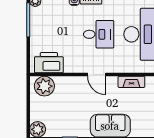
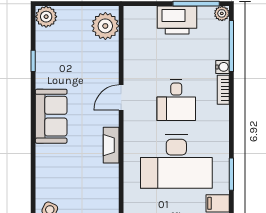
printer: (49, 63) -> (177, 20), moved, turned 90

